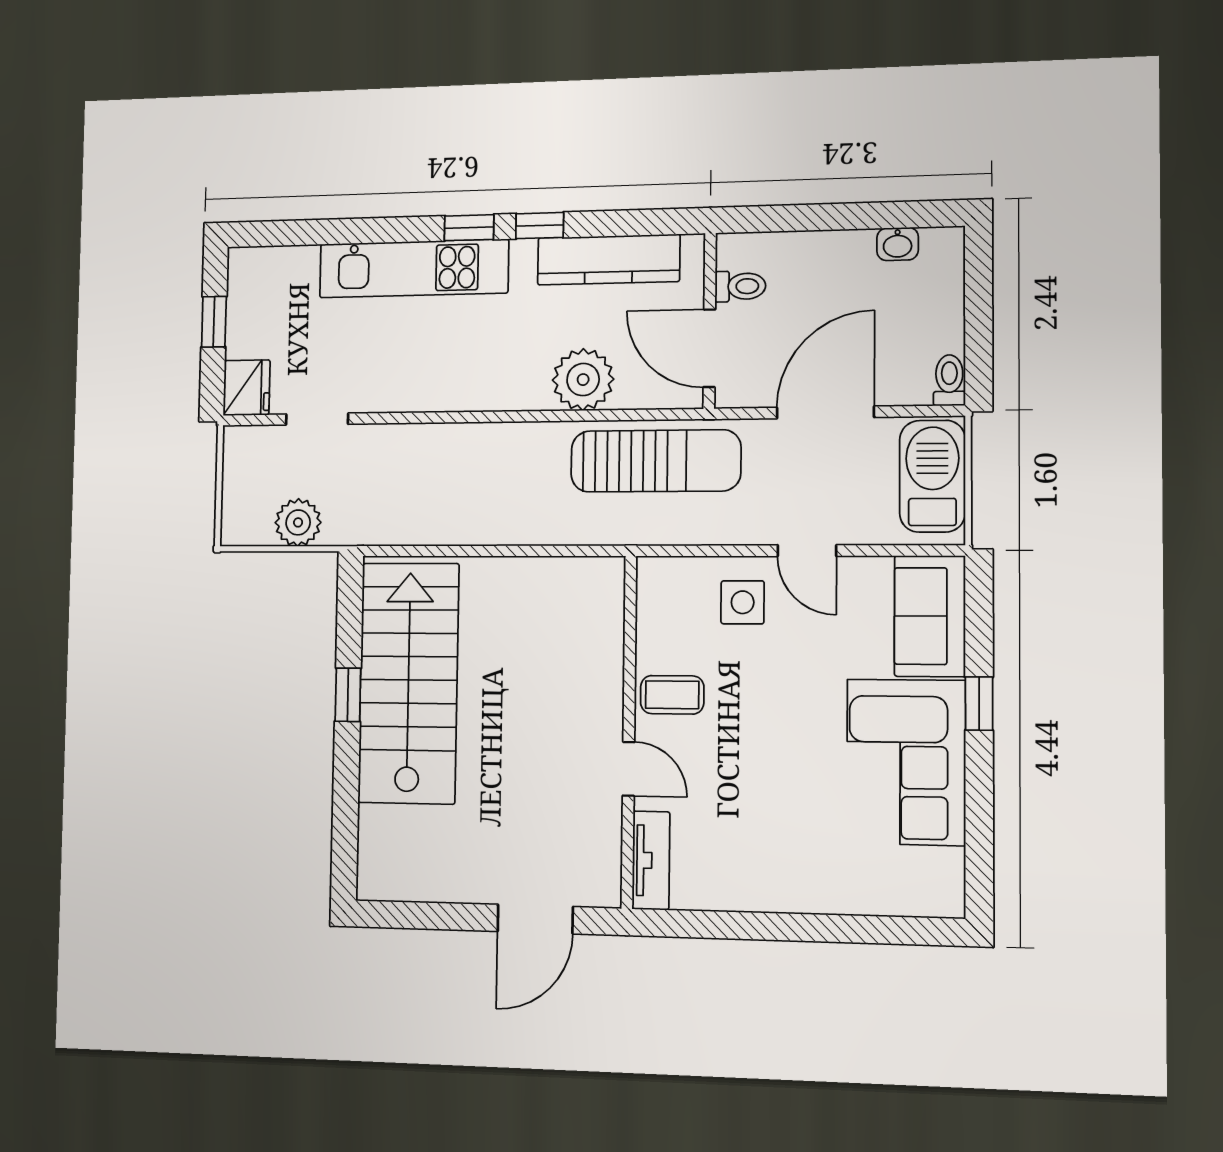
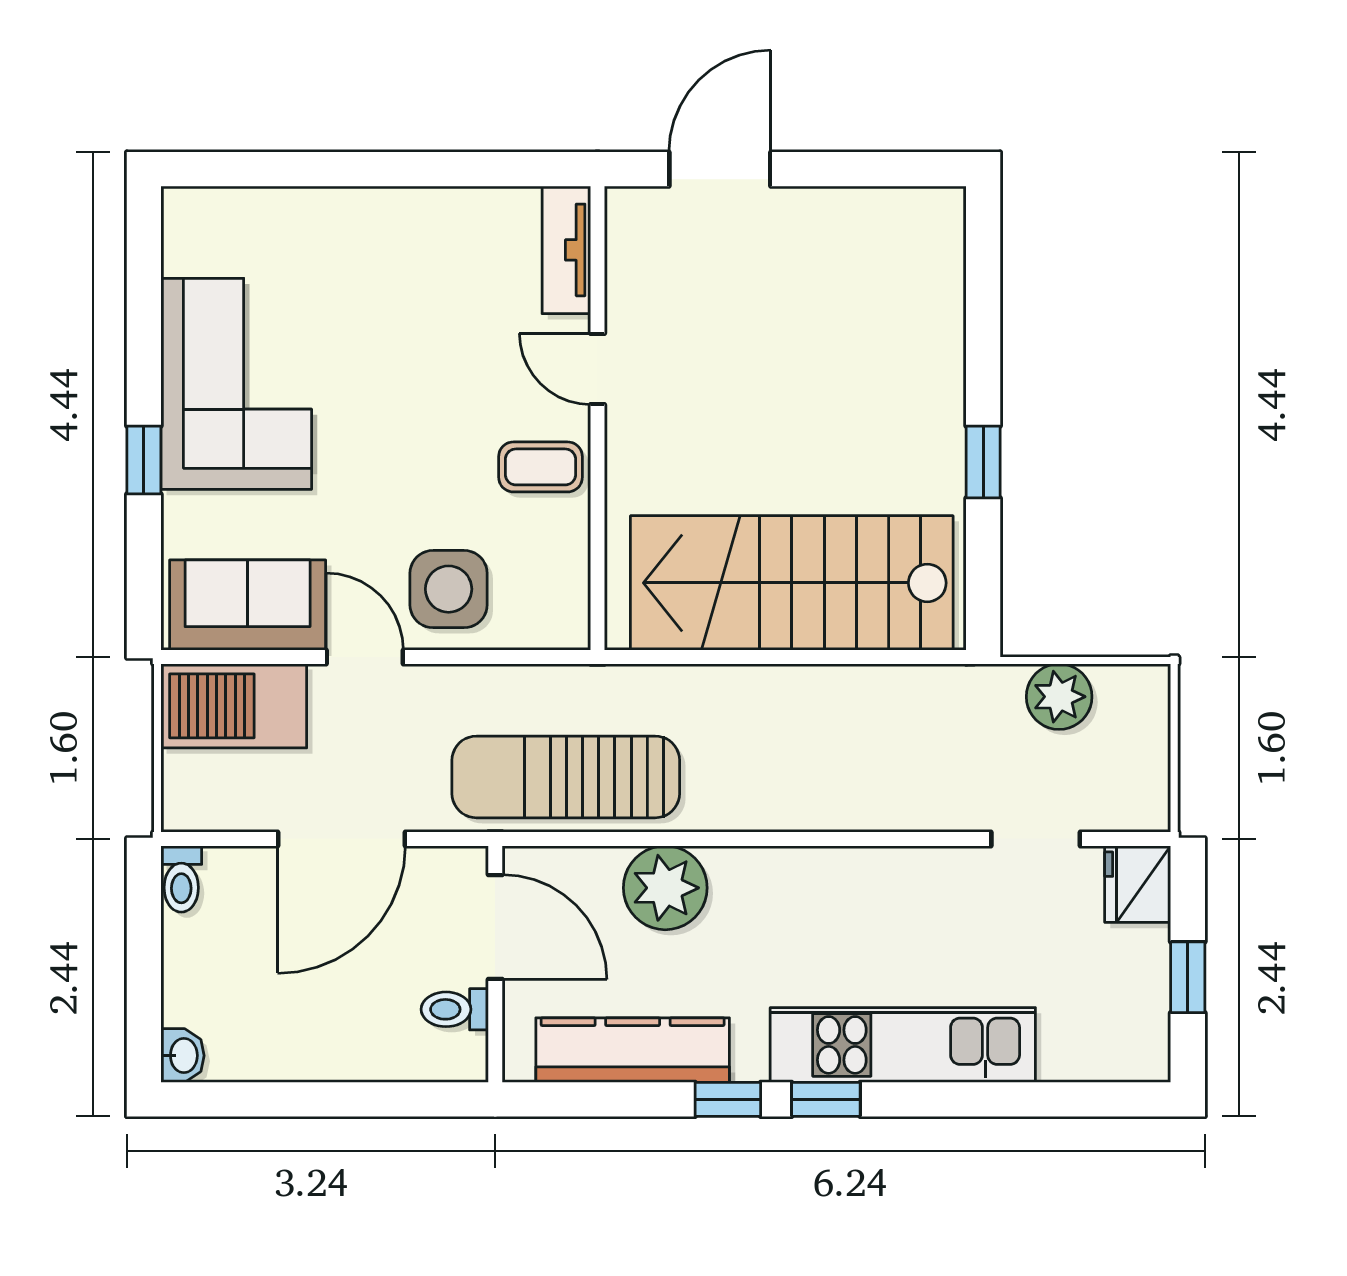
washbasin: (898, 244) -> (183, 1056), moved, turned 90
barbecue: (932, 476) -> (234, 706), moved, turned 90
side table: (743, 602) -> (449, 589), width x1.37, depth x1.37
sofa: (930, 616) -> (248, 605), moved, turned -90
stairs: (408, 683) -> (792, 583), moved, turned 90

